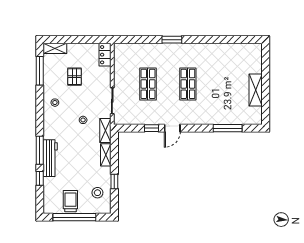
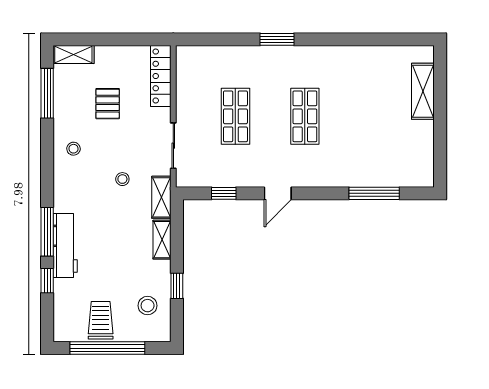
locker: (105, 55) -> (161, 76), width x1.53
shelving: (256, 90) -> (423, 91), moved
window: (151, 128) -> (224, 193), moved

